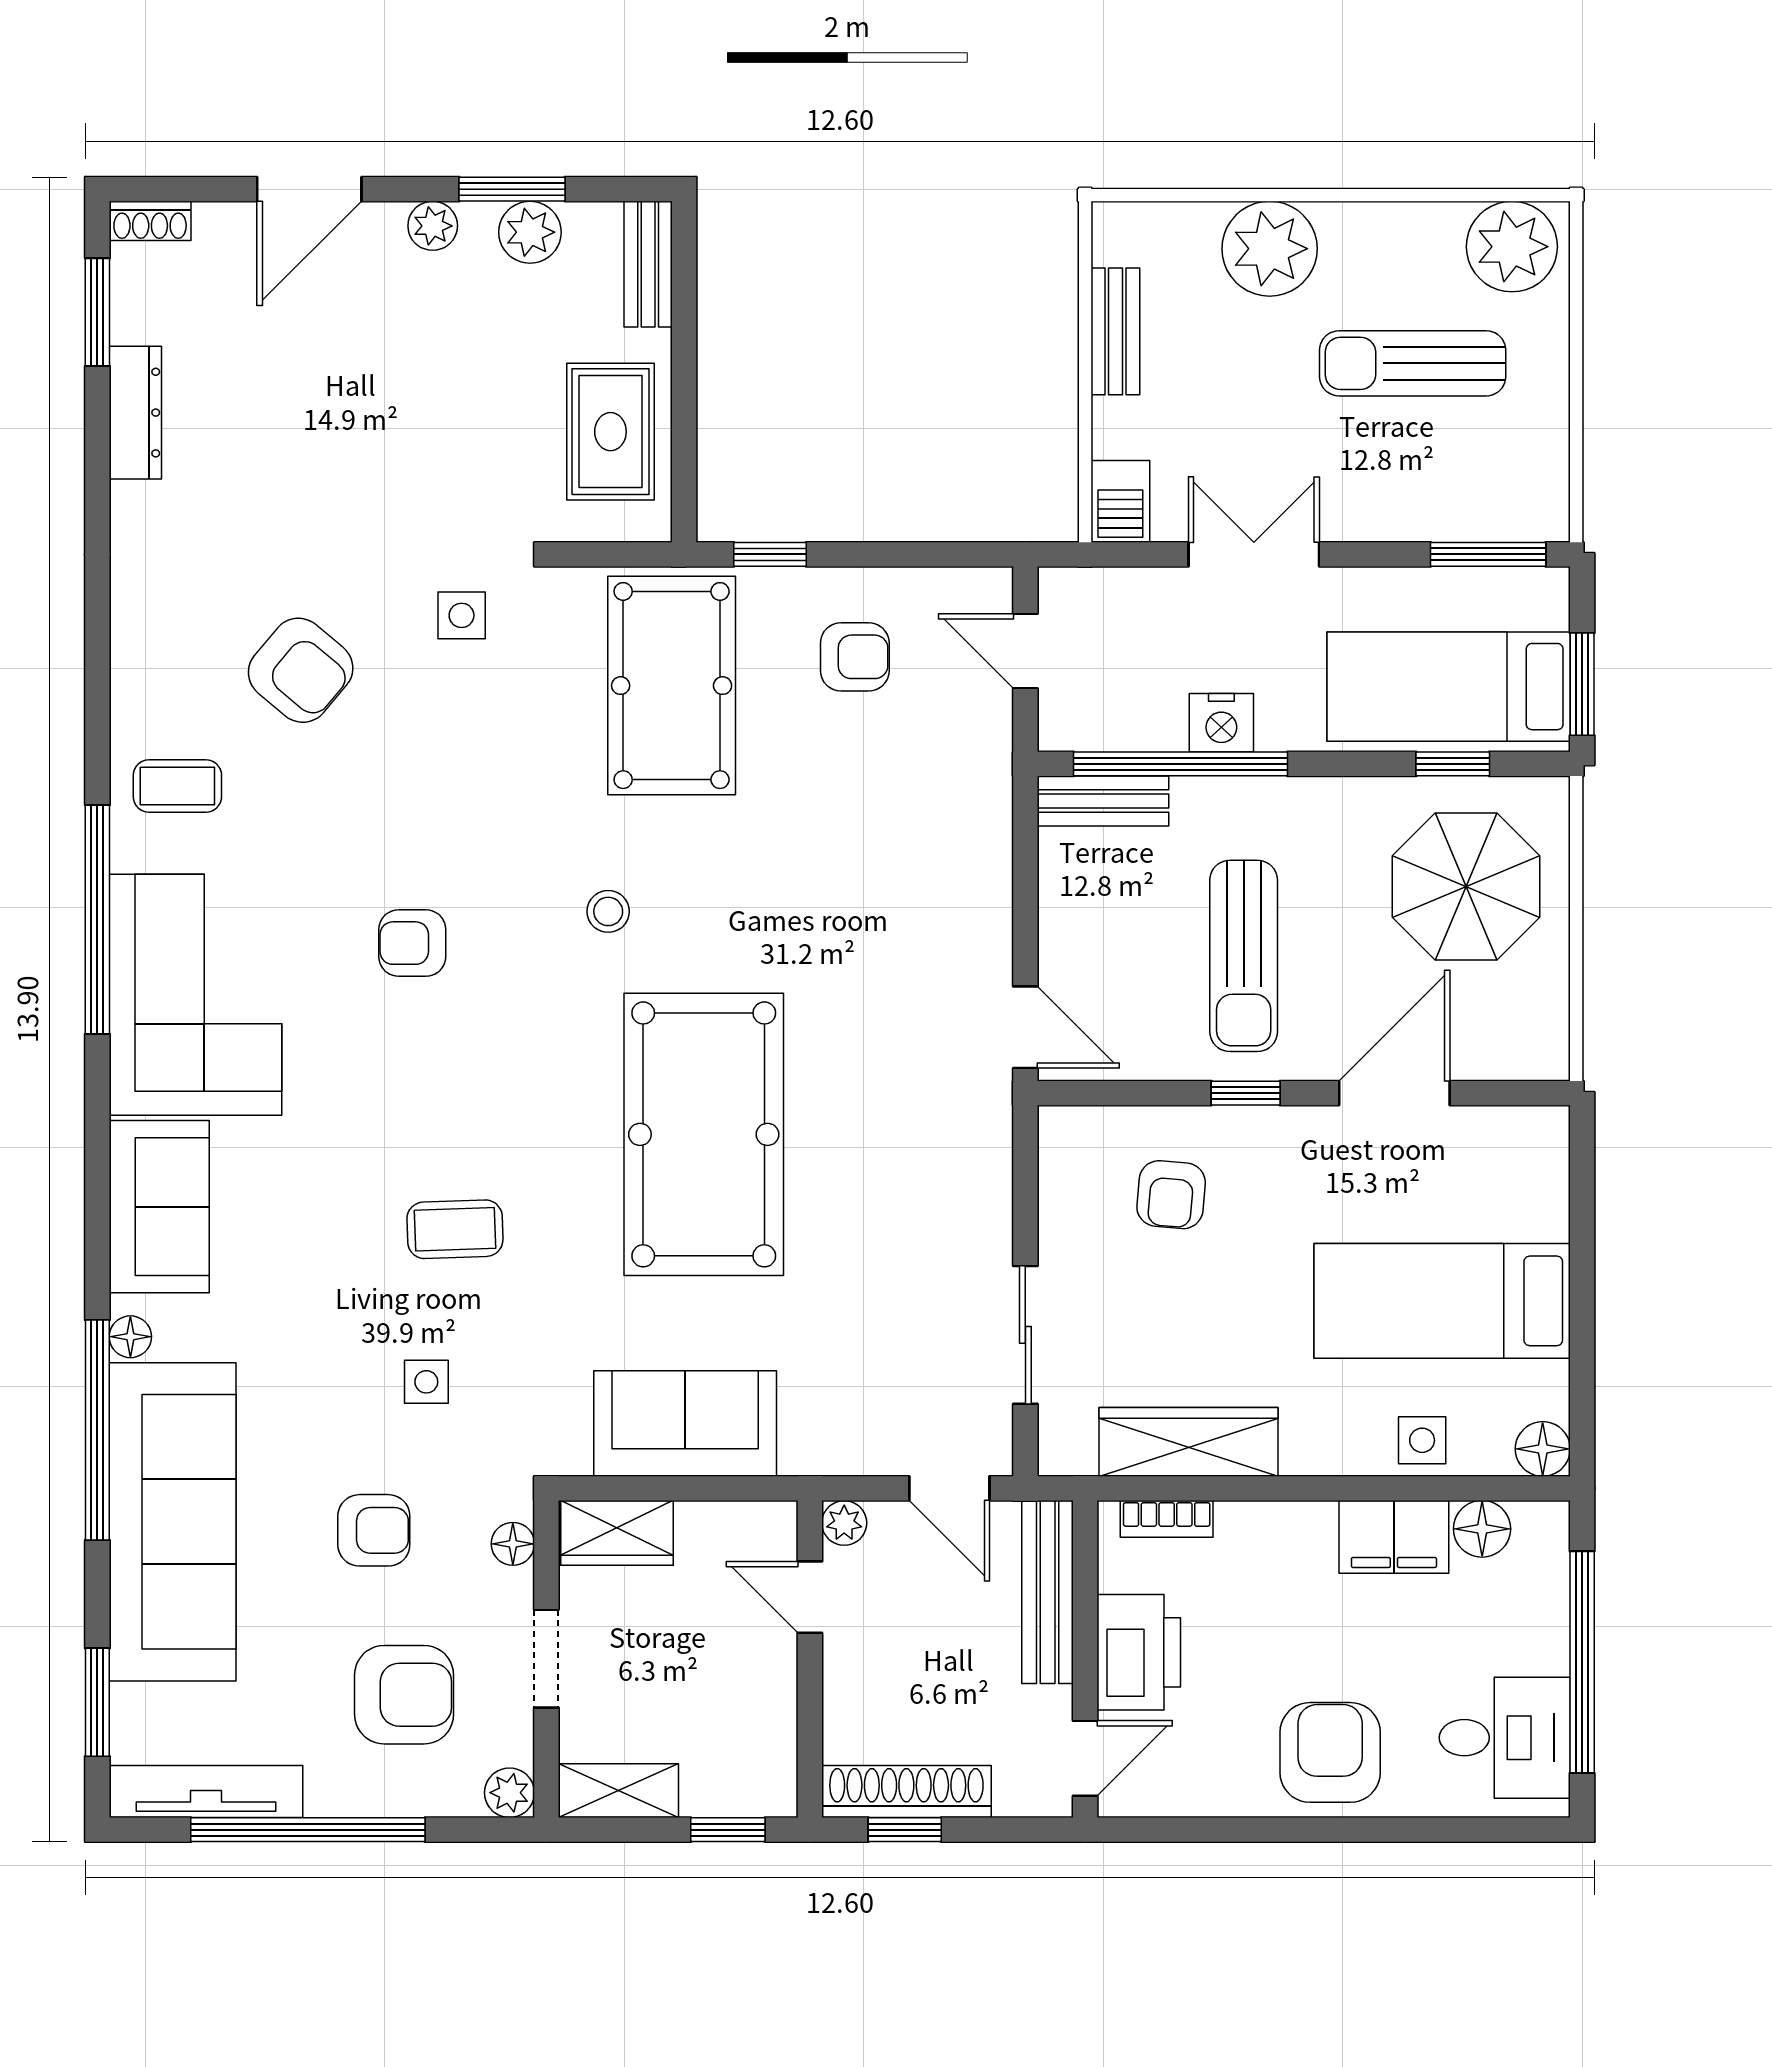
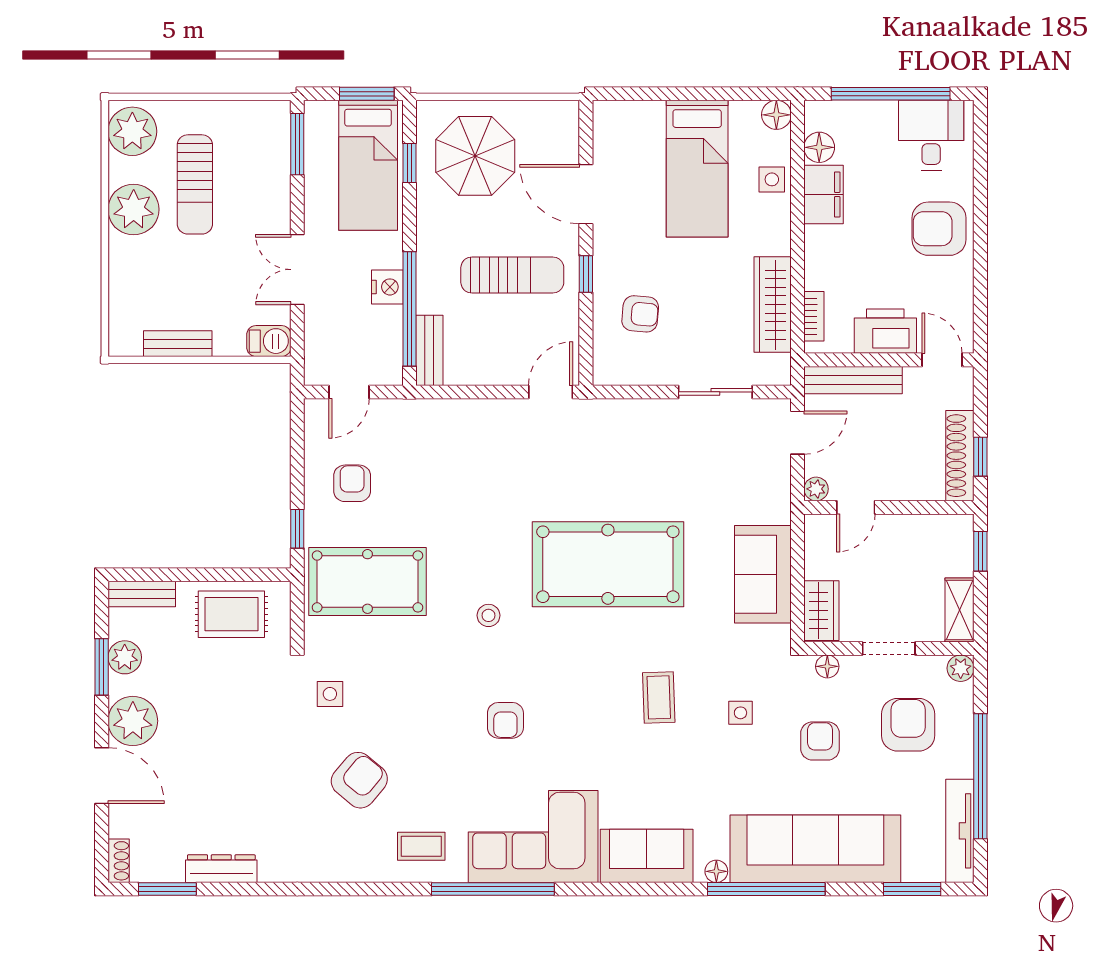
plant: (433, 226) -> (133, 721), width x1.87, depth x1.87
plant: (1270, 249) -> (134, 209), moved
coffee table: (177, 786) -> (421, 846), turned 90

